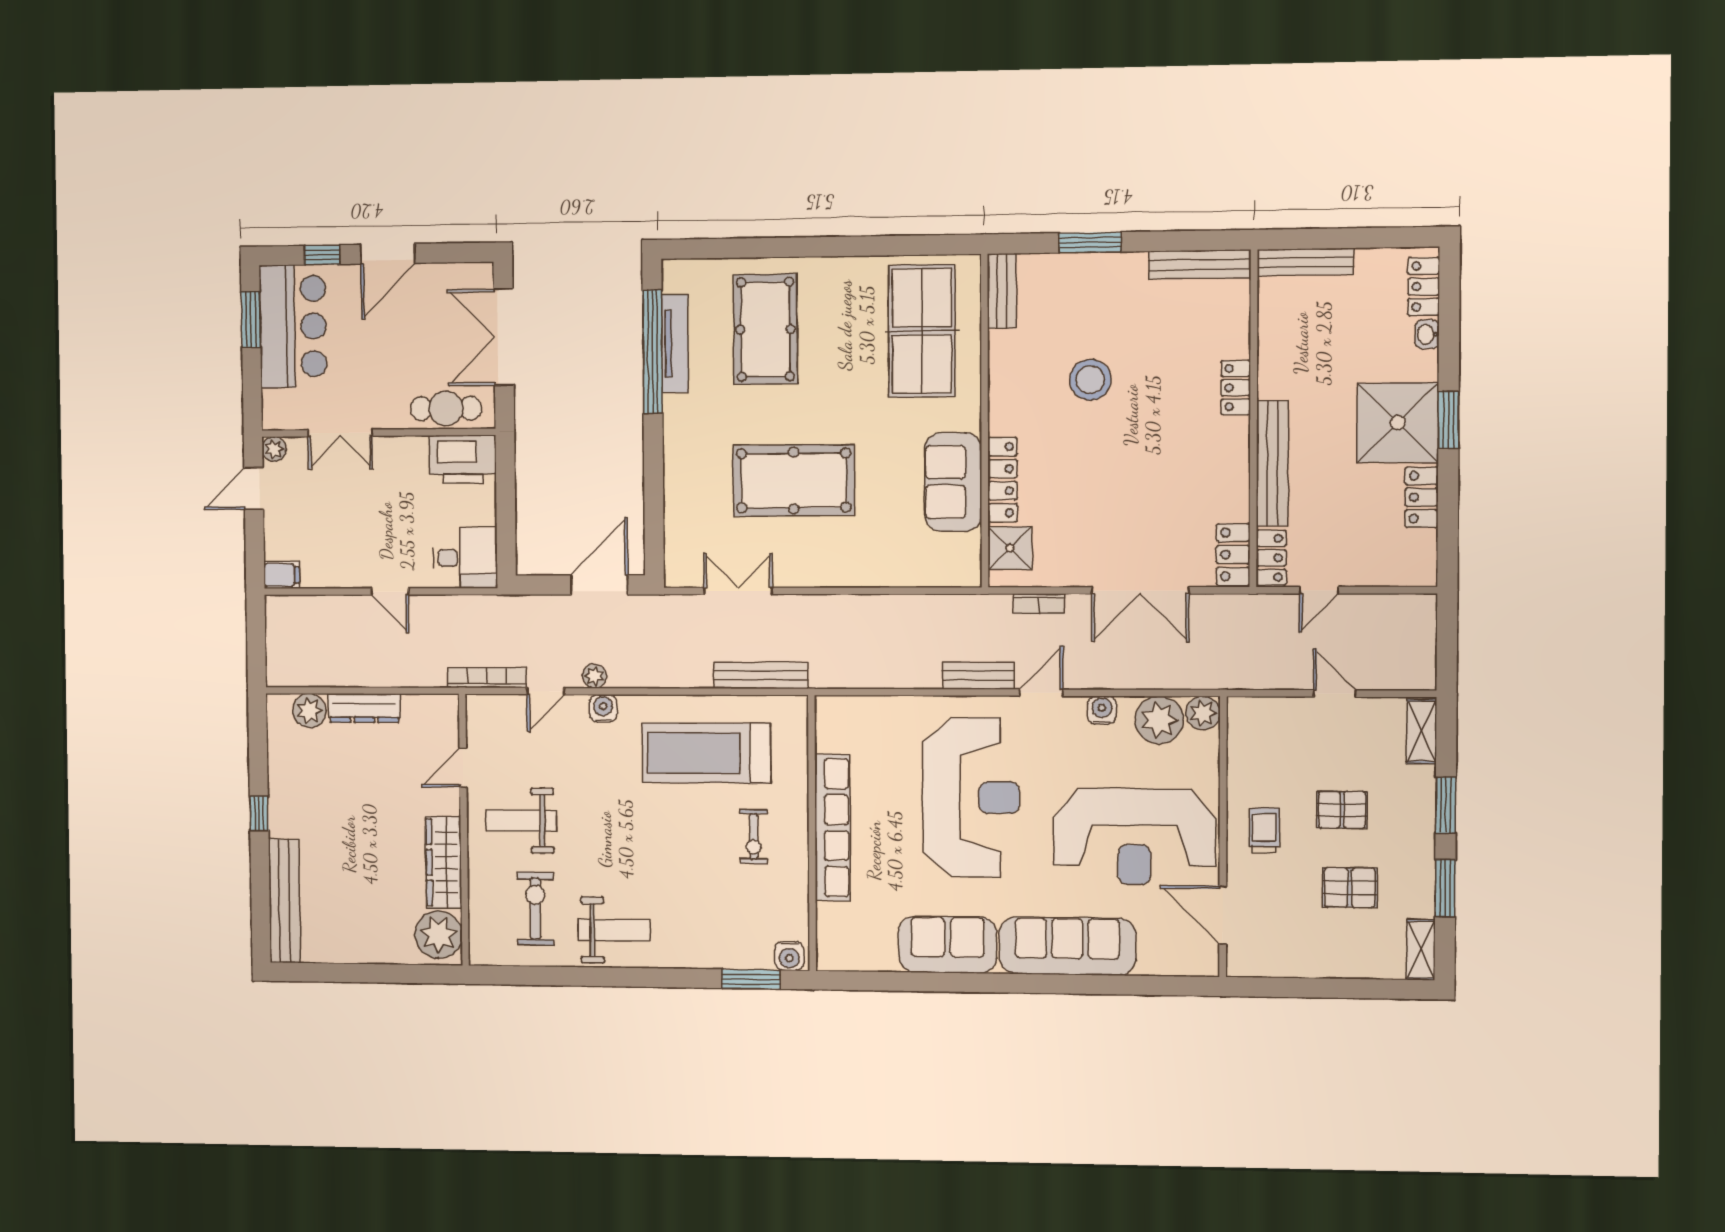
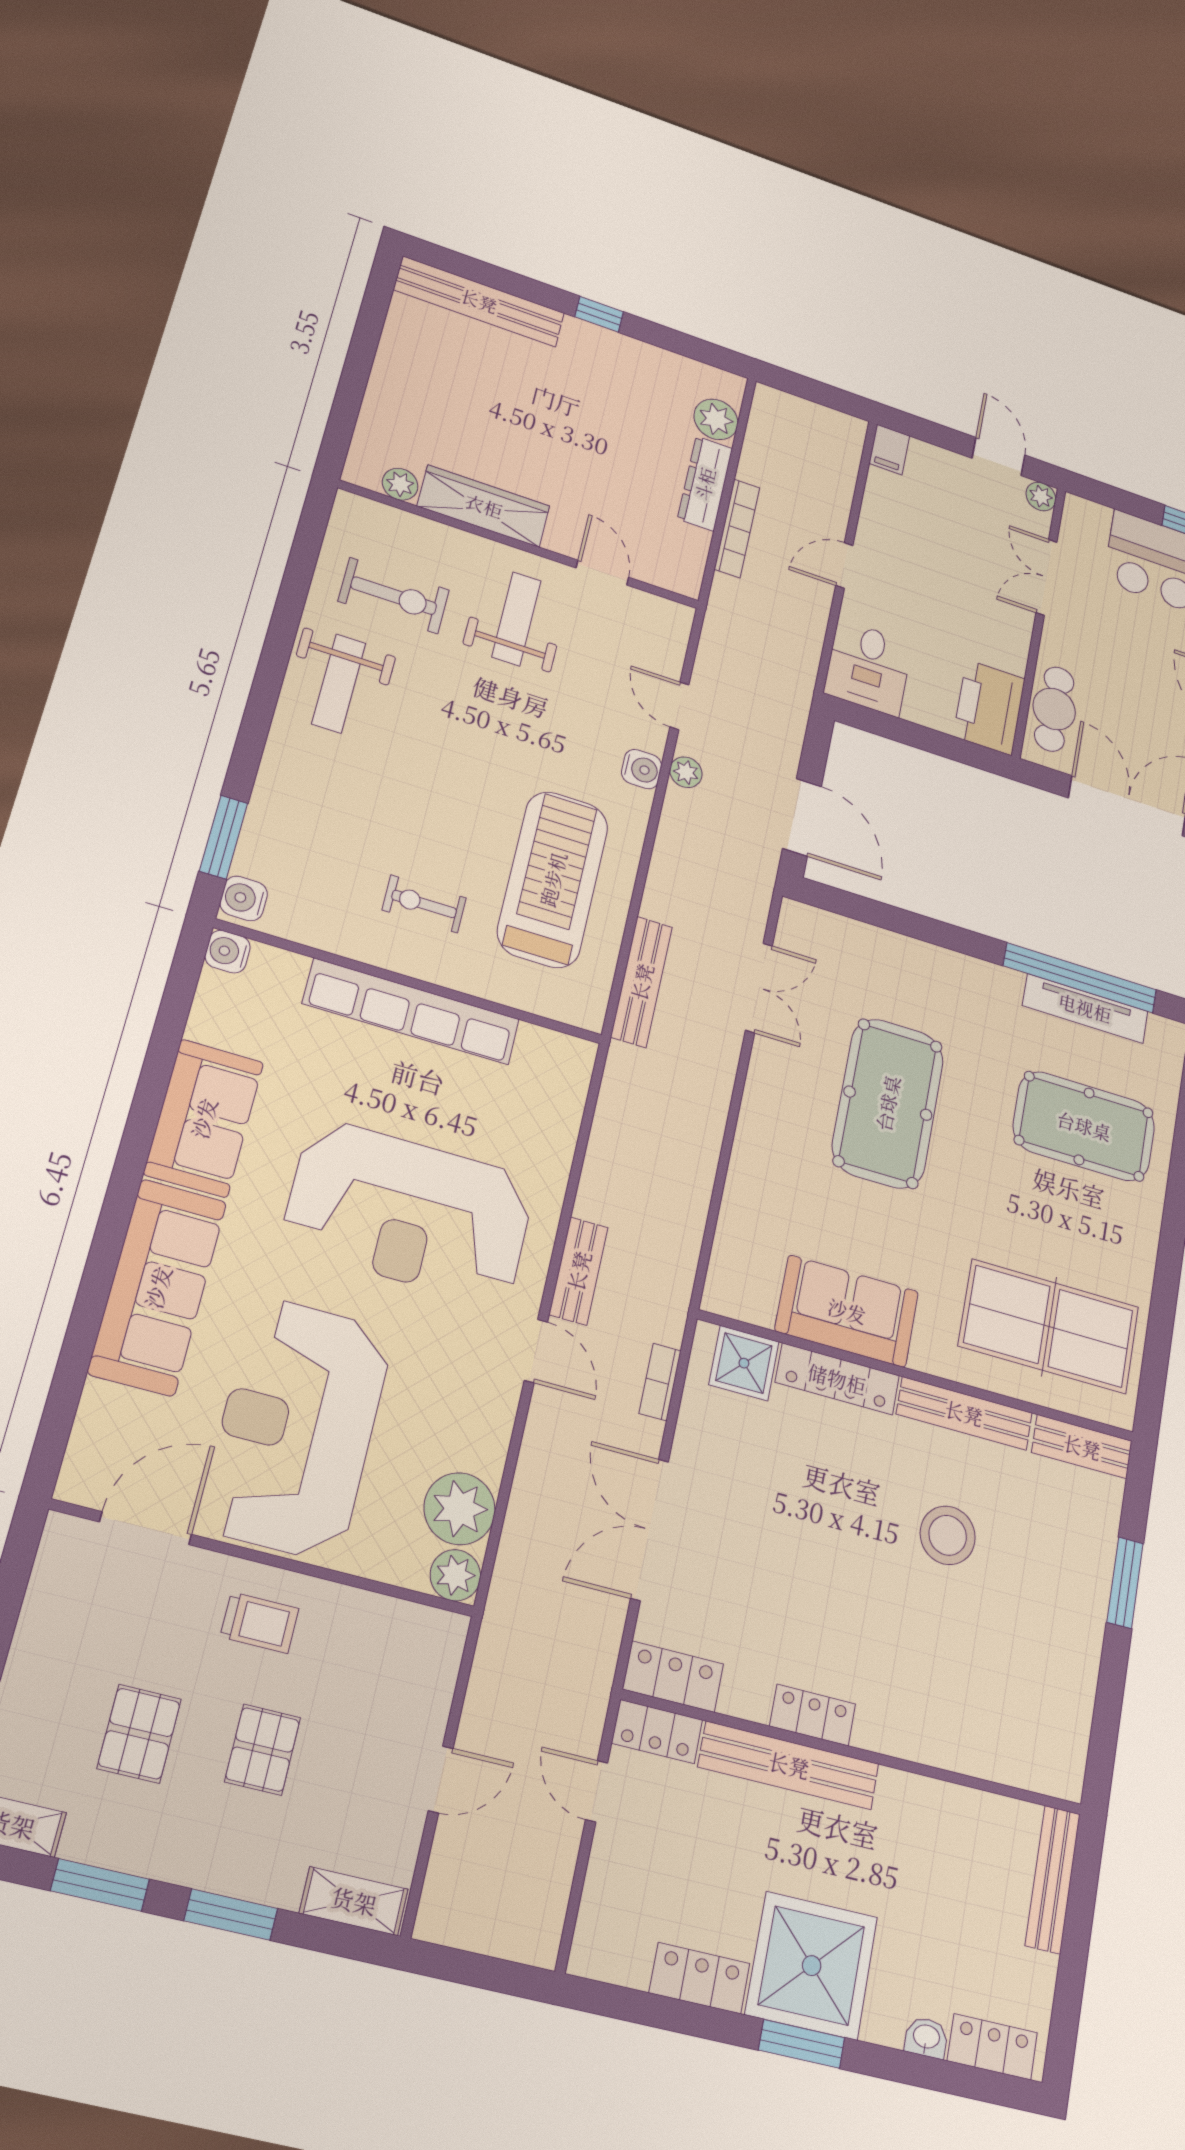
bench: (1200, 265) -> (964, 1413), moved, turned 90
locker: (1236, 388) -> (813, 1715), moved
bookcase: (487, 678) -> (737, 528), moved
water cooler: (1102, 710) -> (228, 952), moved, turned 180
plant: (439, 935) -> (400, 484), width x0.53, depth x0.53

